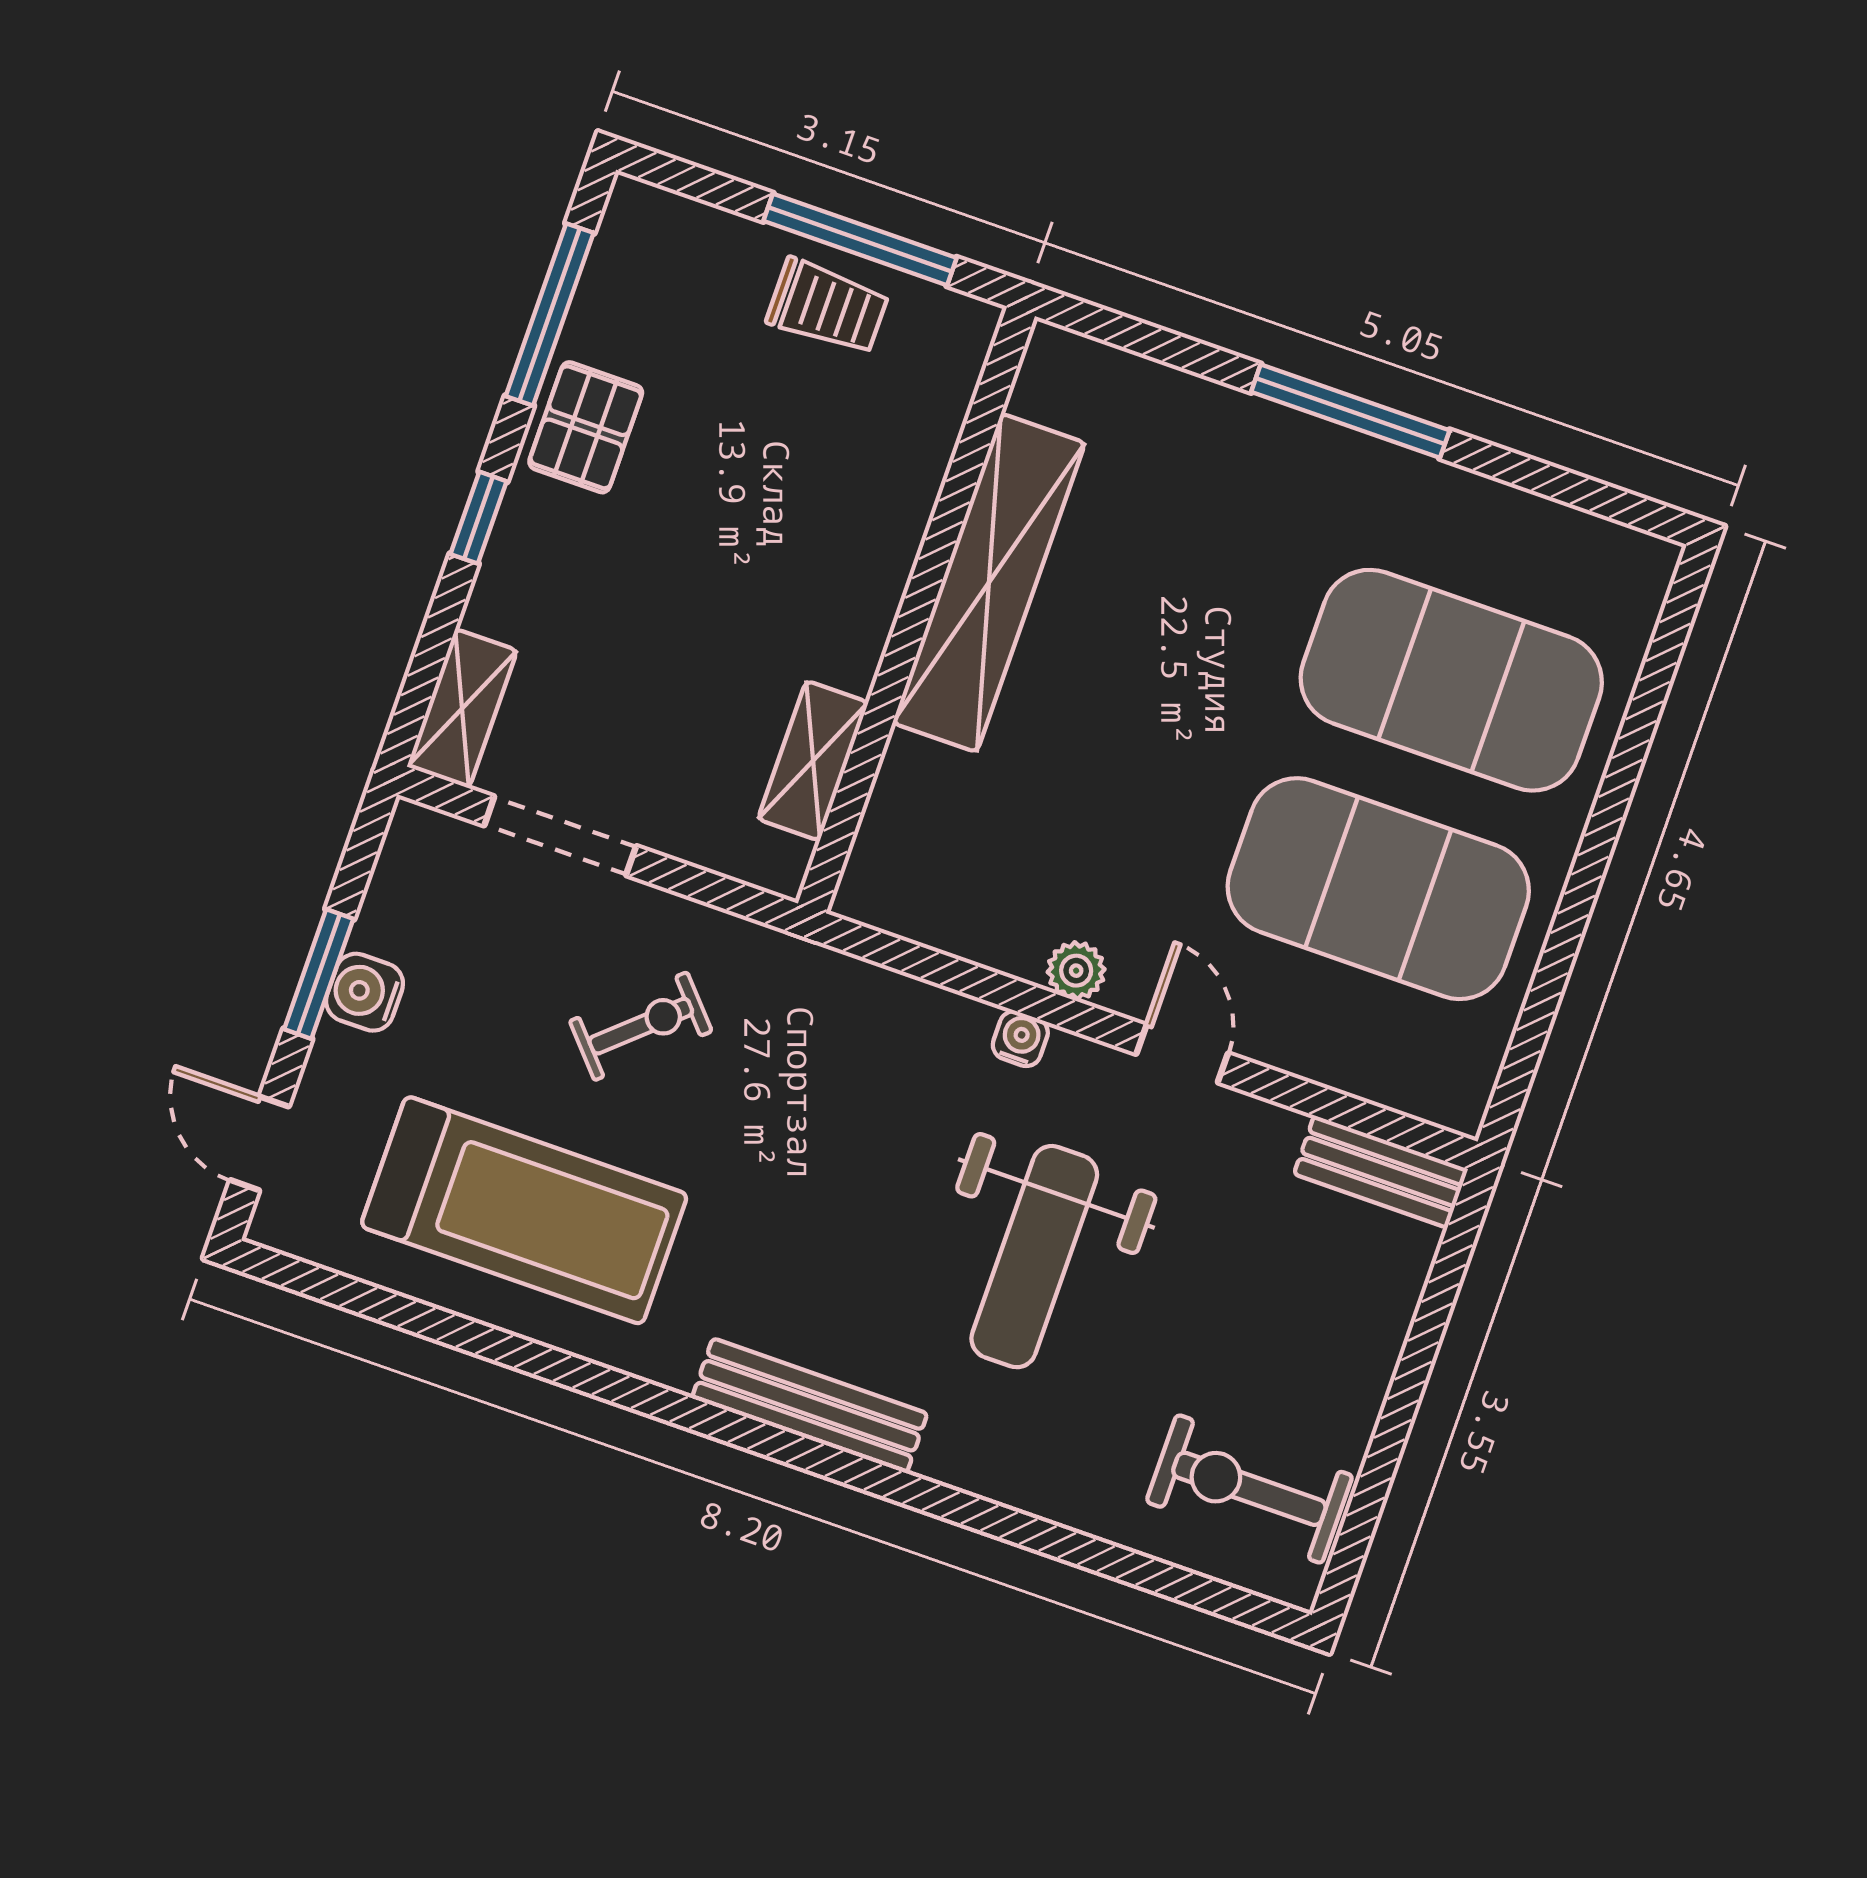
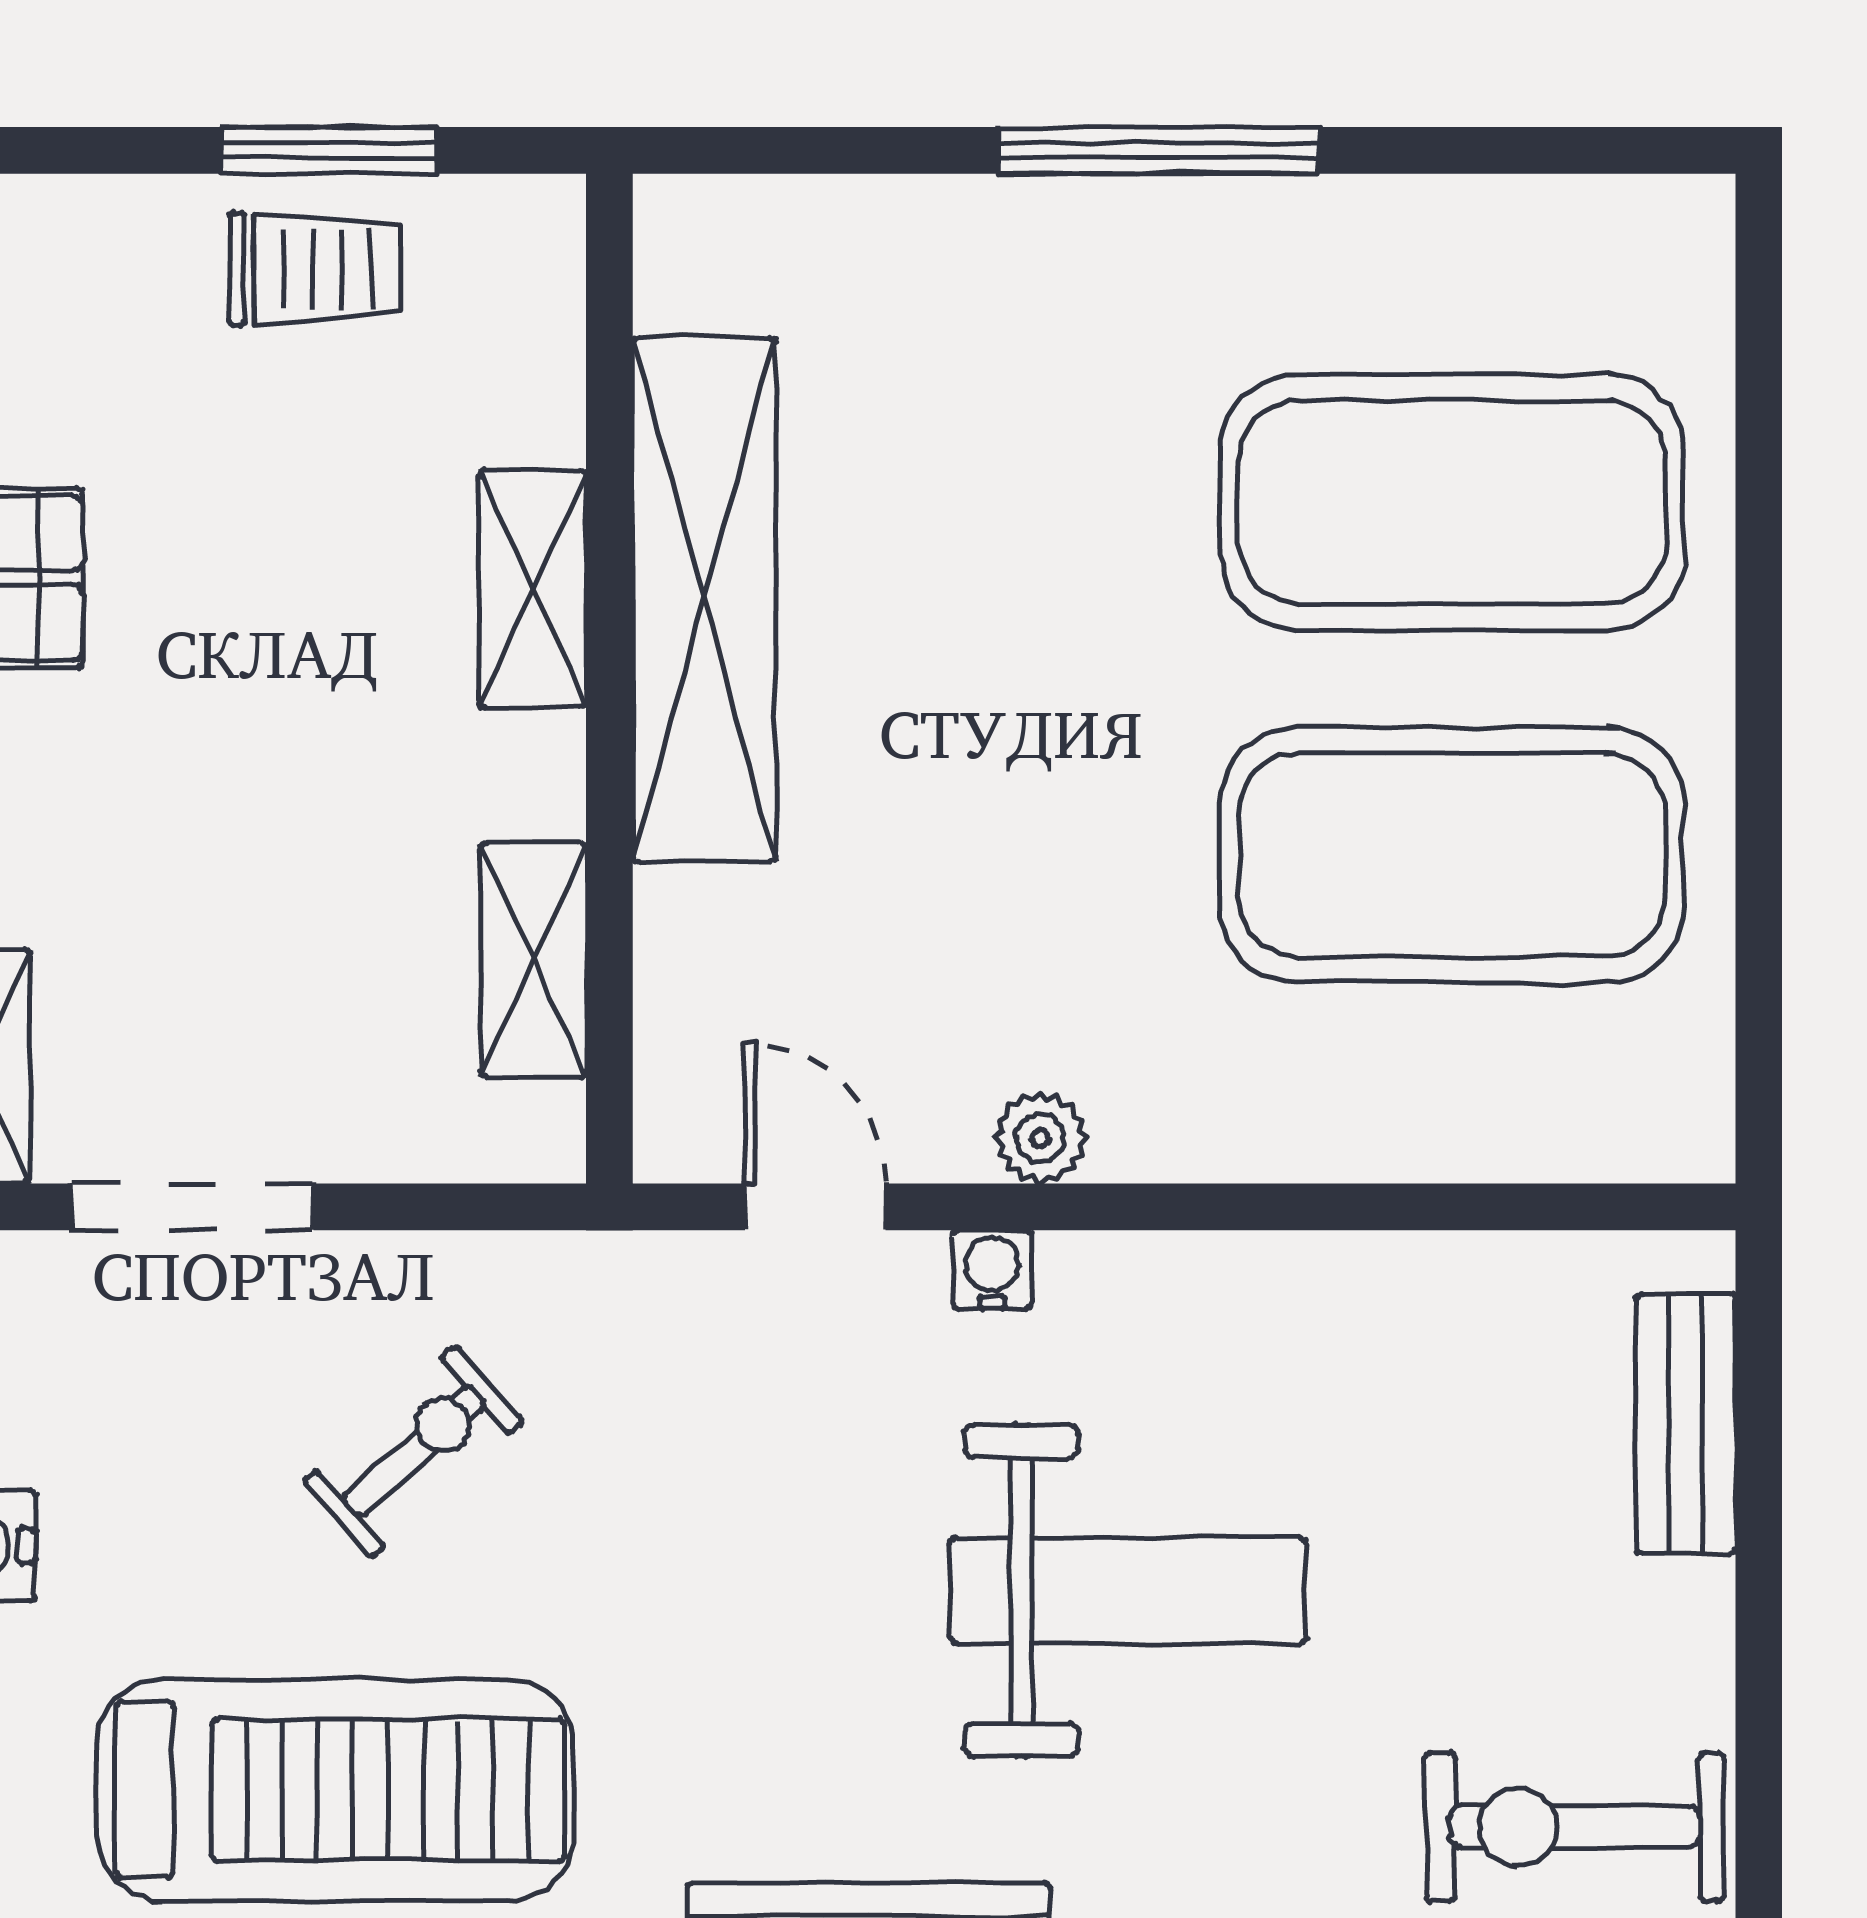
window: (860, 239) -> (329, 150), width x0.69
shelving: (890, 541) -> (533, 589), added
door: (1182, 1054) -> (815, 1207), moved
bench: (1381, 1172) -> (1686, 1424), moved, turned 90
weight bench: (1034, 1257) -> (1128, 1591), turned -90

